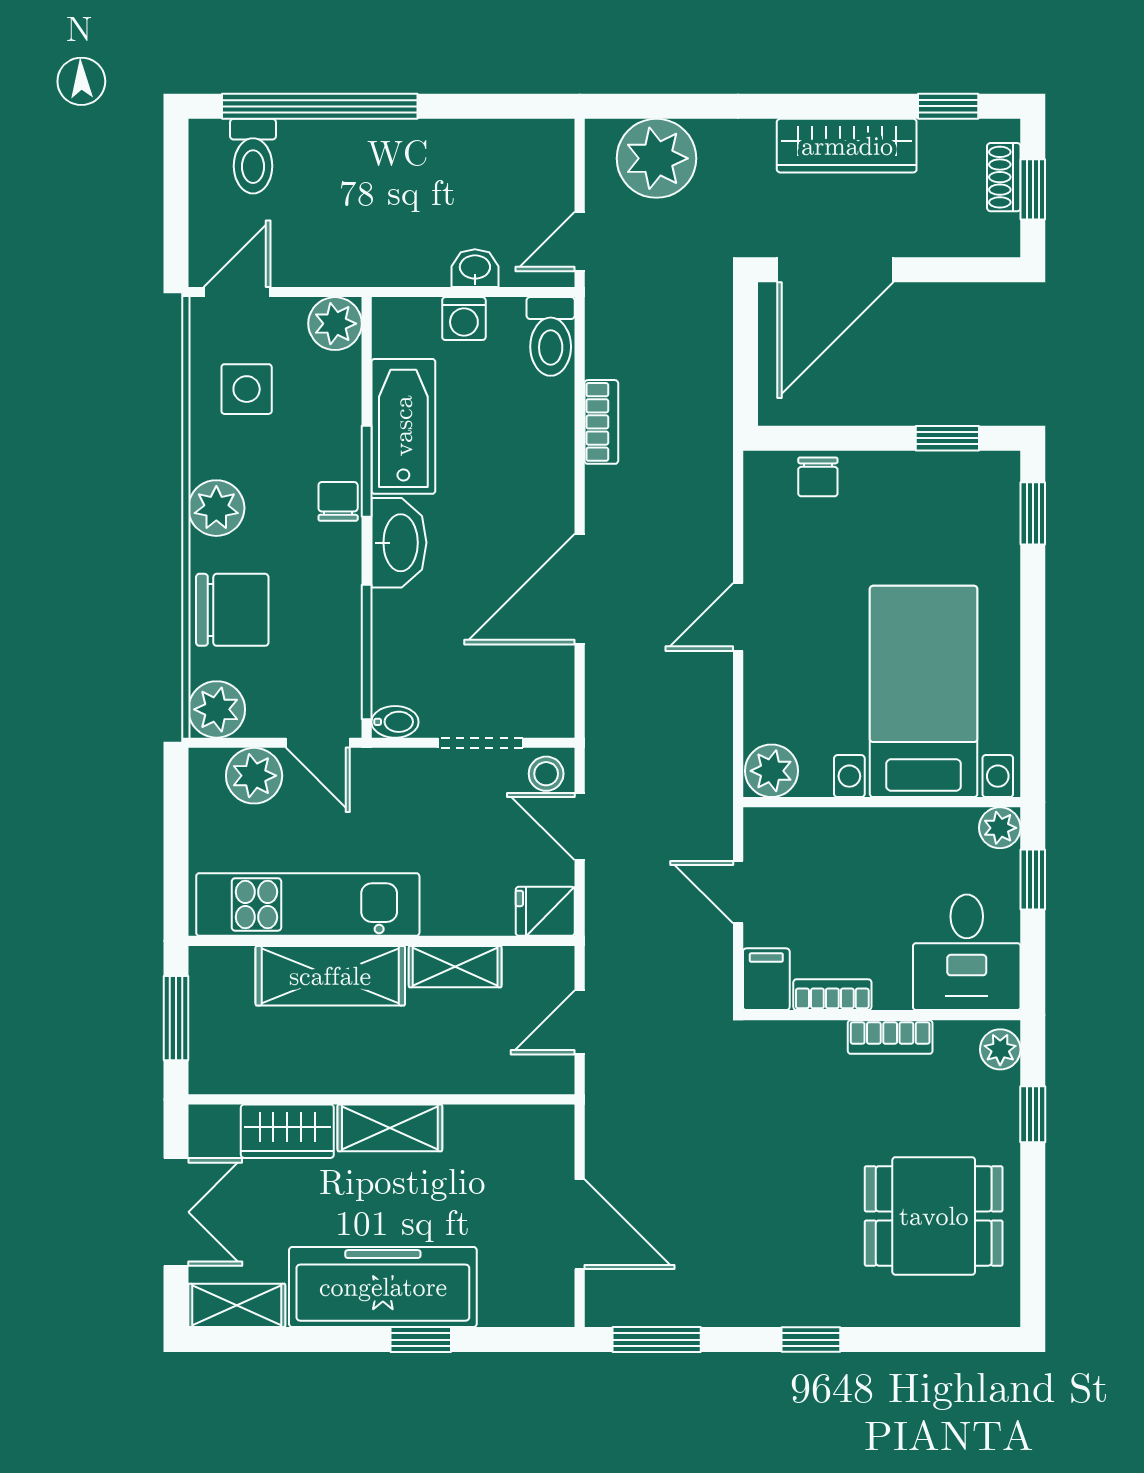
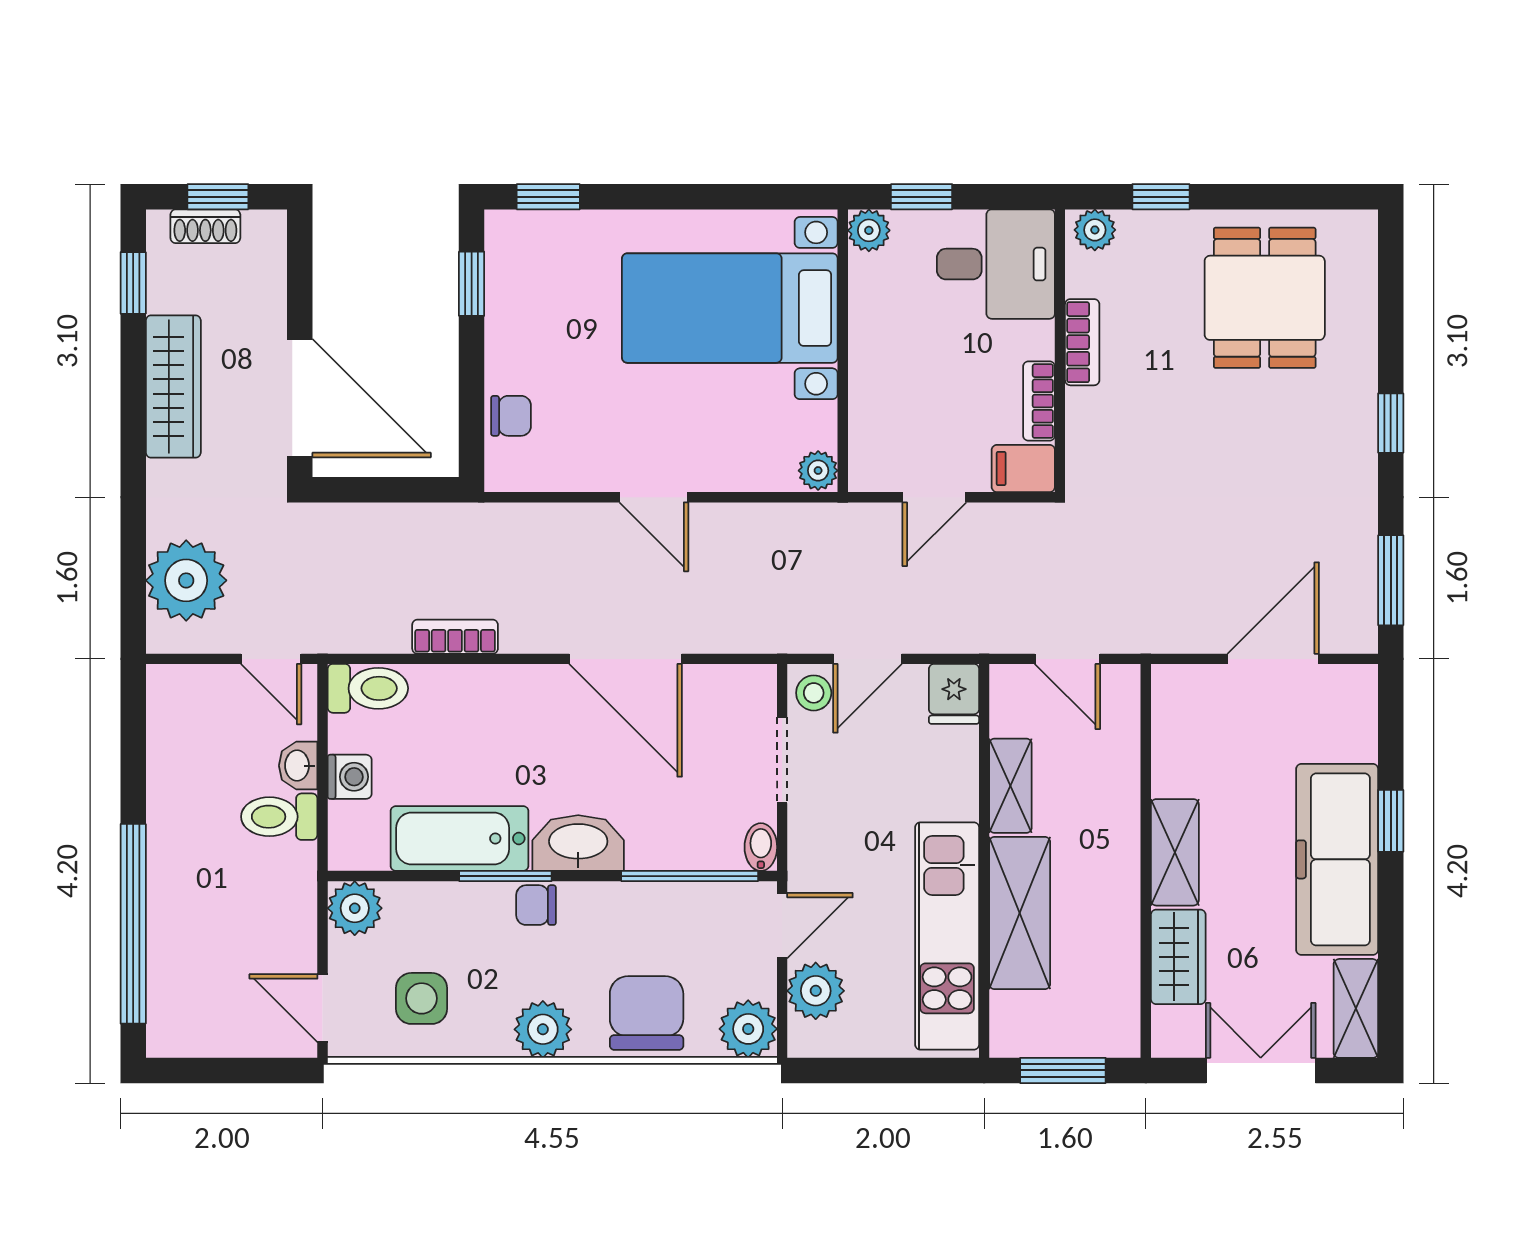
toilet: (253, 156) -> (279, 817), moved, turned 180
plant: (771, 771) -> (818, 471), width x0.73, depth x0.73

